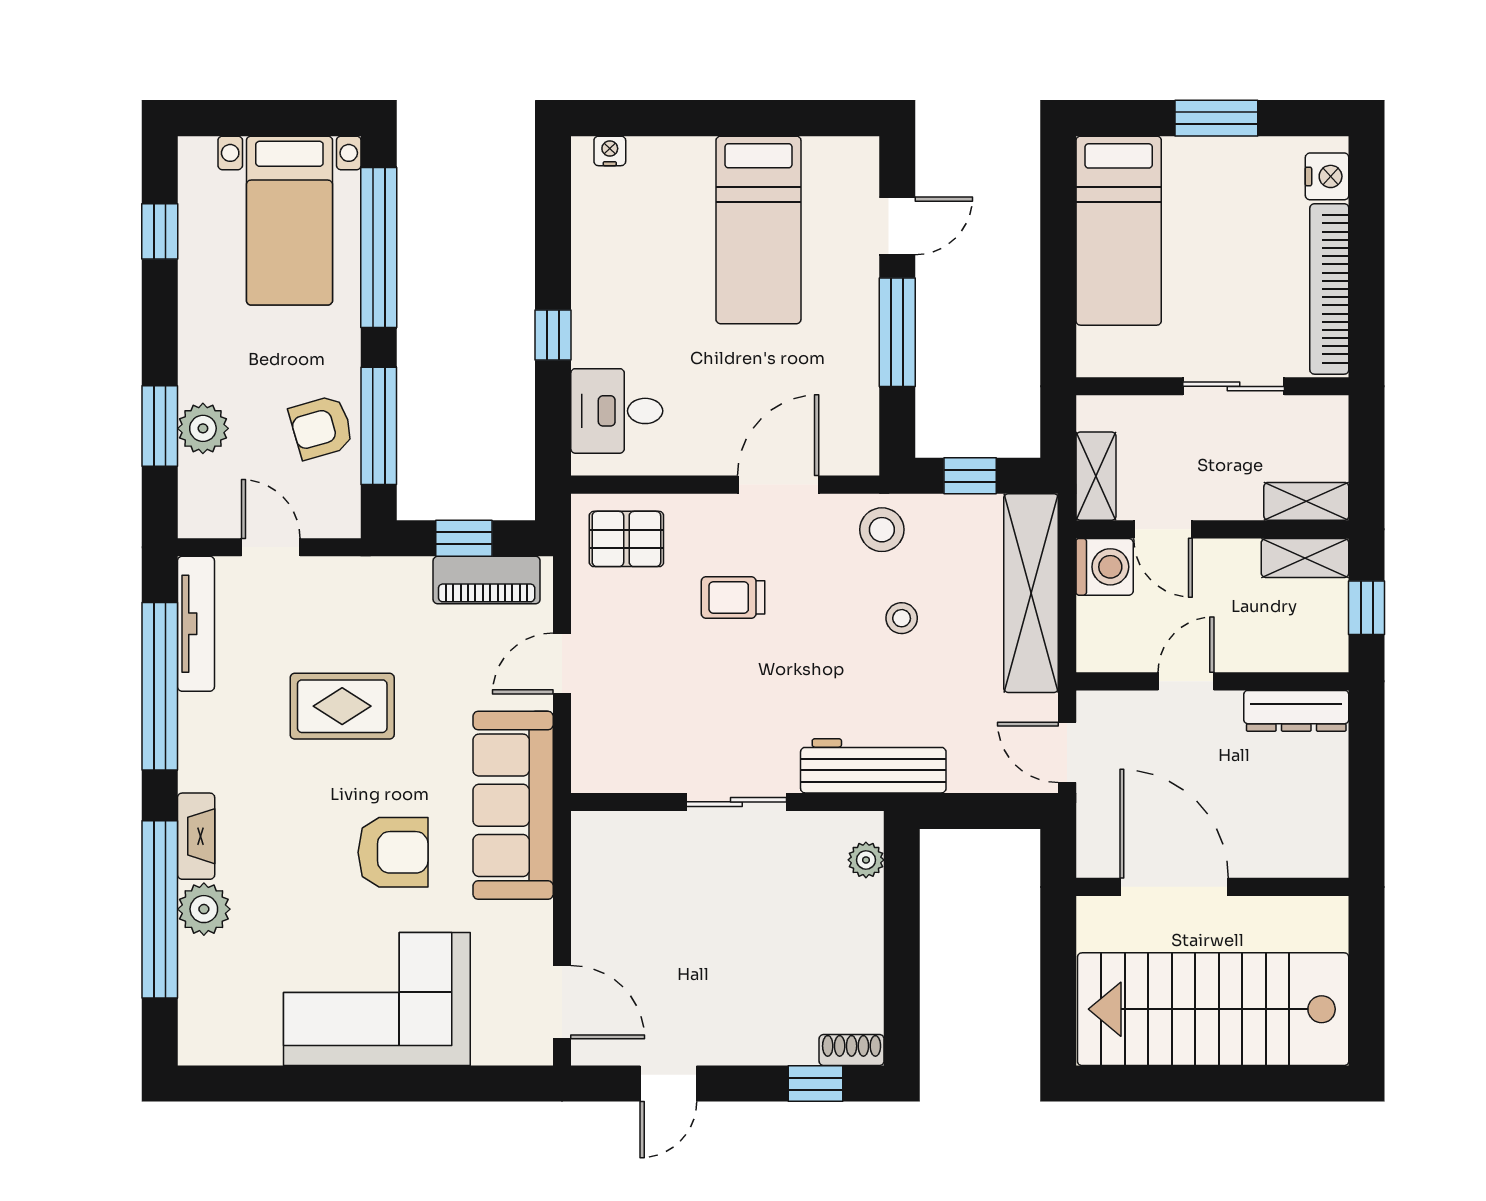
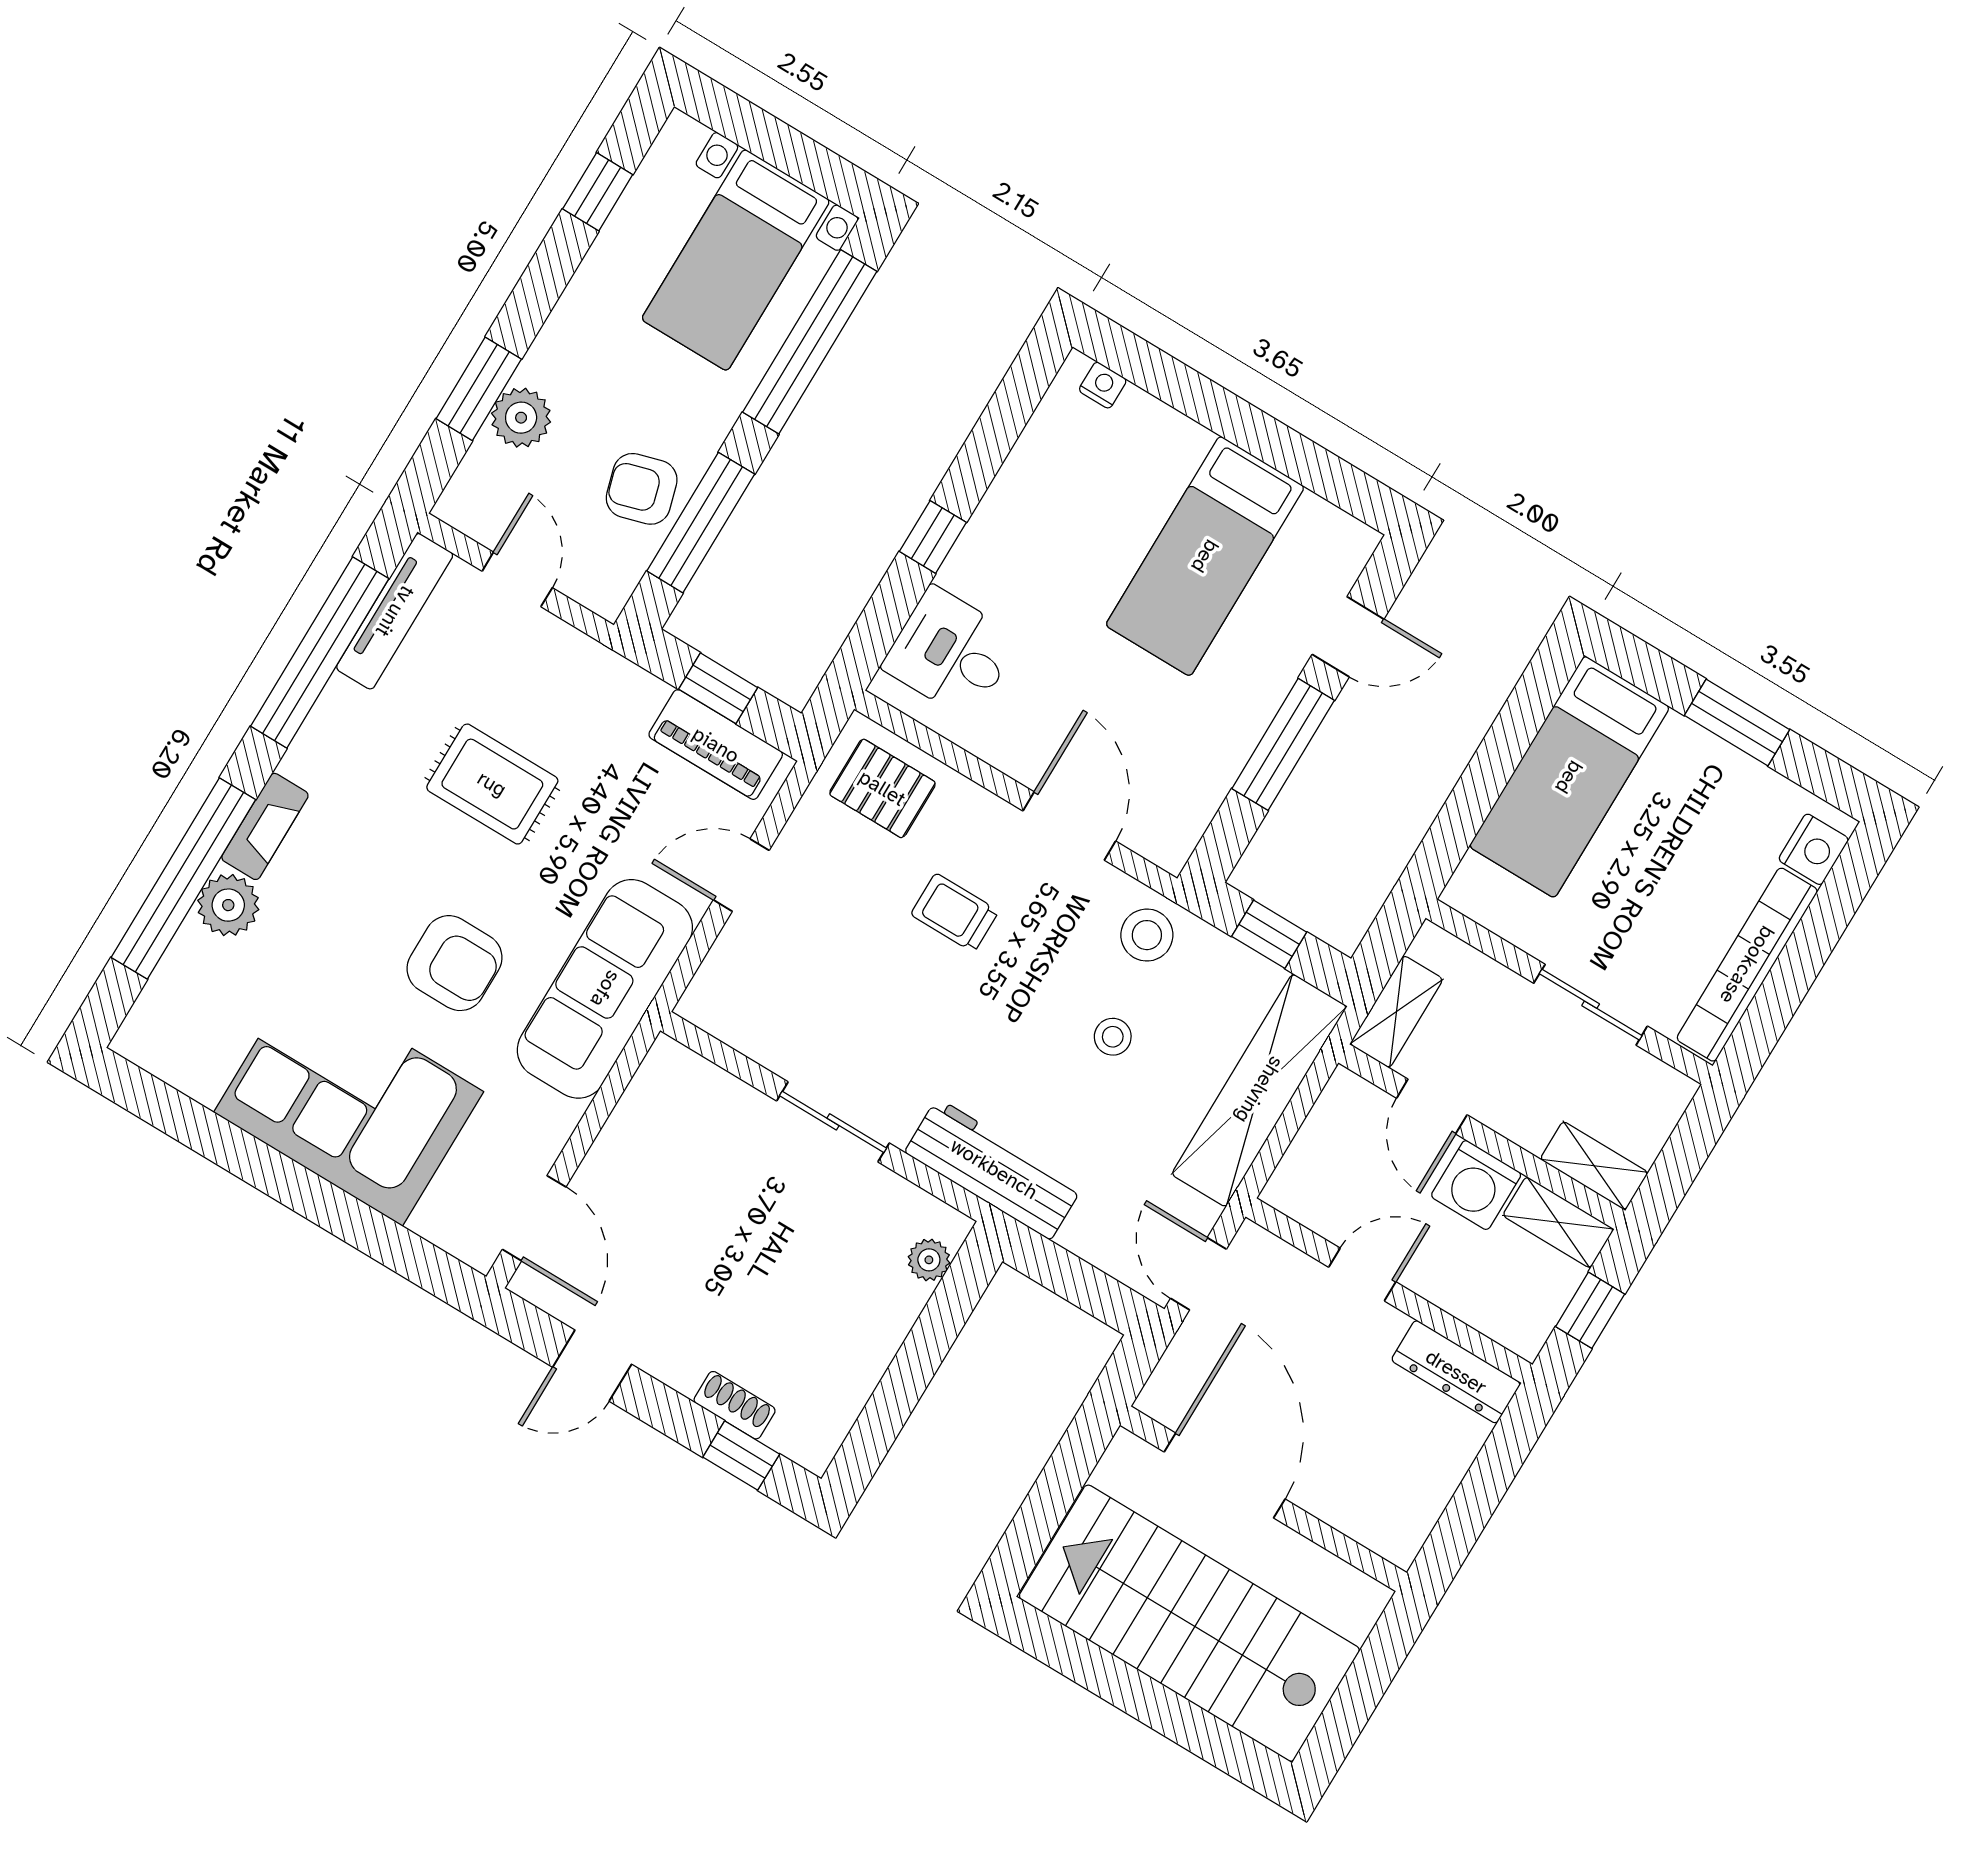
door: (778, 485) -> (1069, 826), hinge flipped
washing machine: (1105, 567) -> (1476, 1185), moved, turned 90
shoe rack: (852, 1050) -> (735, 1405), moved

